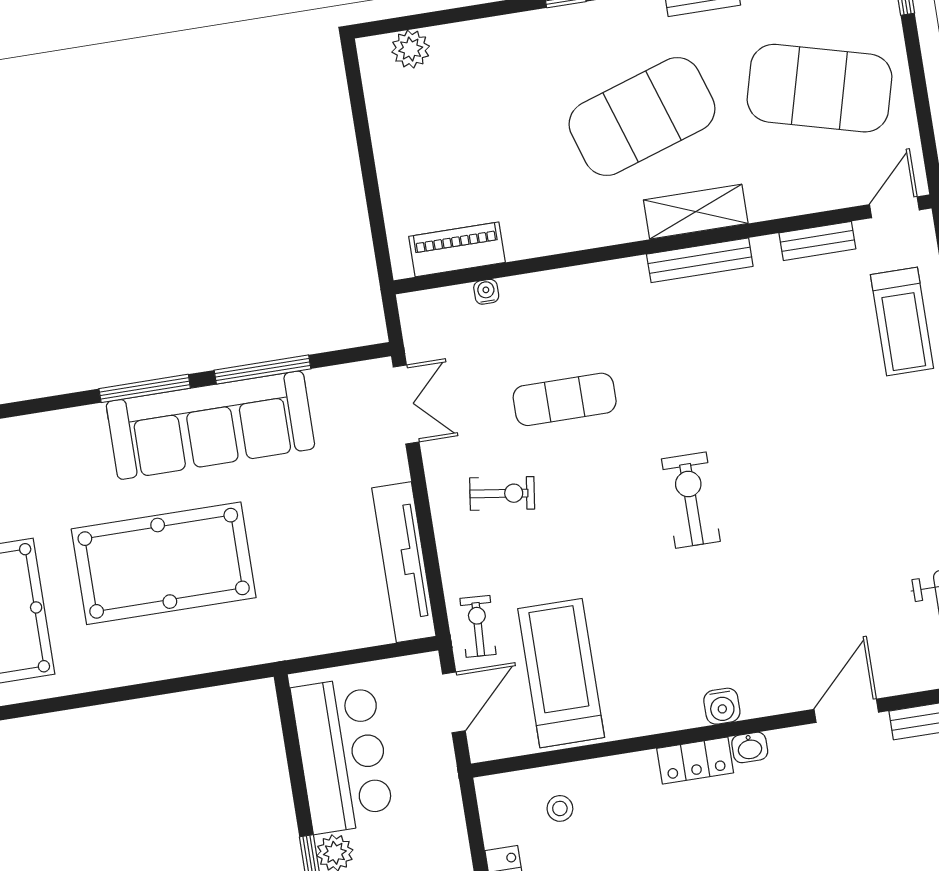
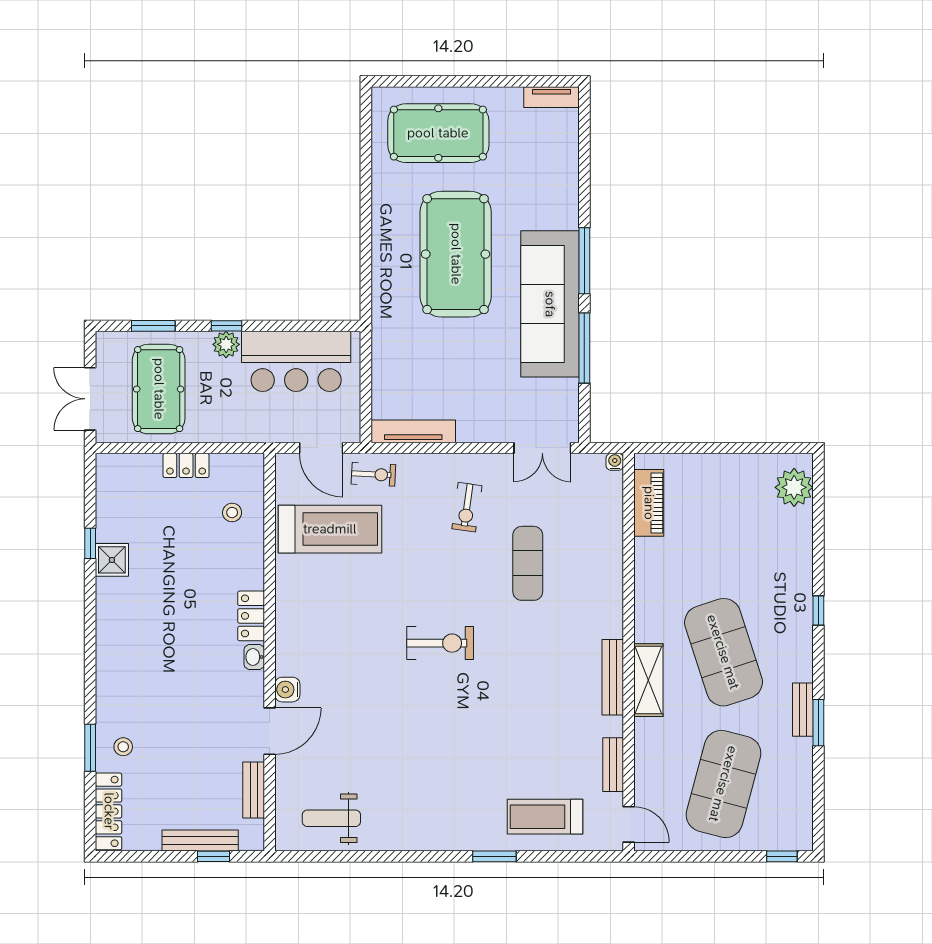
plant: (411, 49) -> (794, 487), width x1.36, depth x1.36
water cooler: (486, 292) -> (615, 462), moved, turned -90
tv unit: (404, 562) -> (413, 431), width x0.73, depth x0.78
water cooler: (722, 706) -> (287, 690), moved
door: (846, 711) -> (270, 731), hinge flipped

